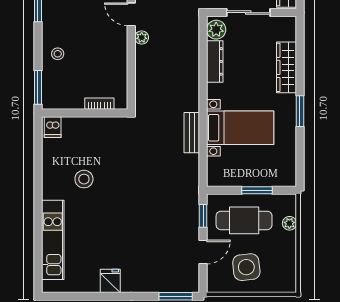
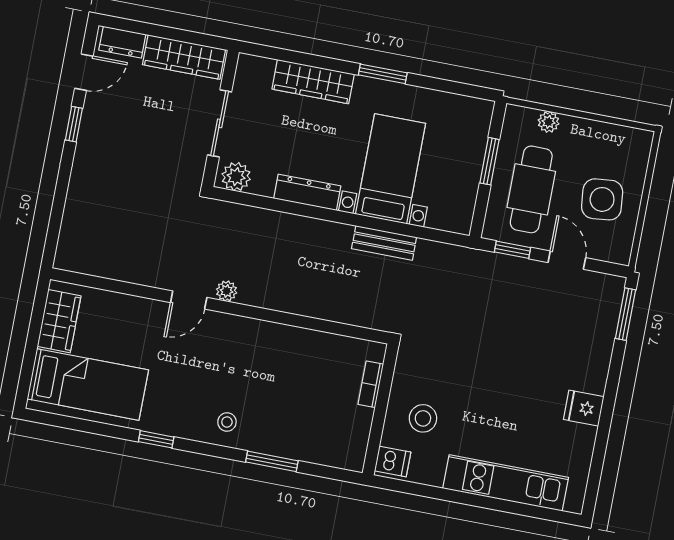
dresser: (215, 61) -> (307, 192), moved
bookcase: (99, 104) -> (371, 384), moved
wall: (85, 113) -> (381, 409), moved
dishwasher: (53, 127) -> (393, 461), moved

